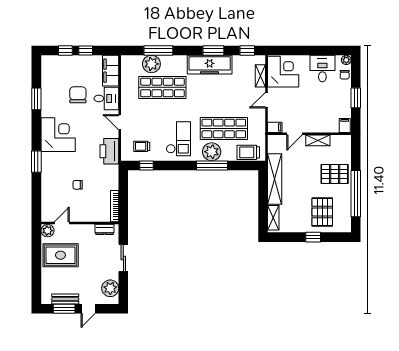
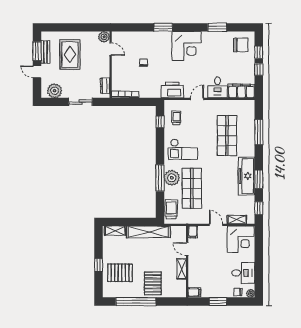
plant: (151, 64) -> (247, 126), removed
chair: (78, 95) -> (241, 45), moved
rug: (61, 255) -> (70, 55), moved

